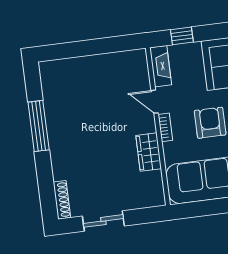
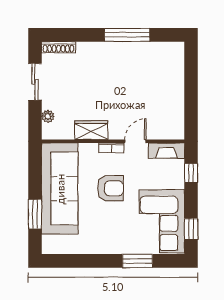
plant: (140, 202) -> (48, 116), added

